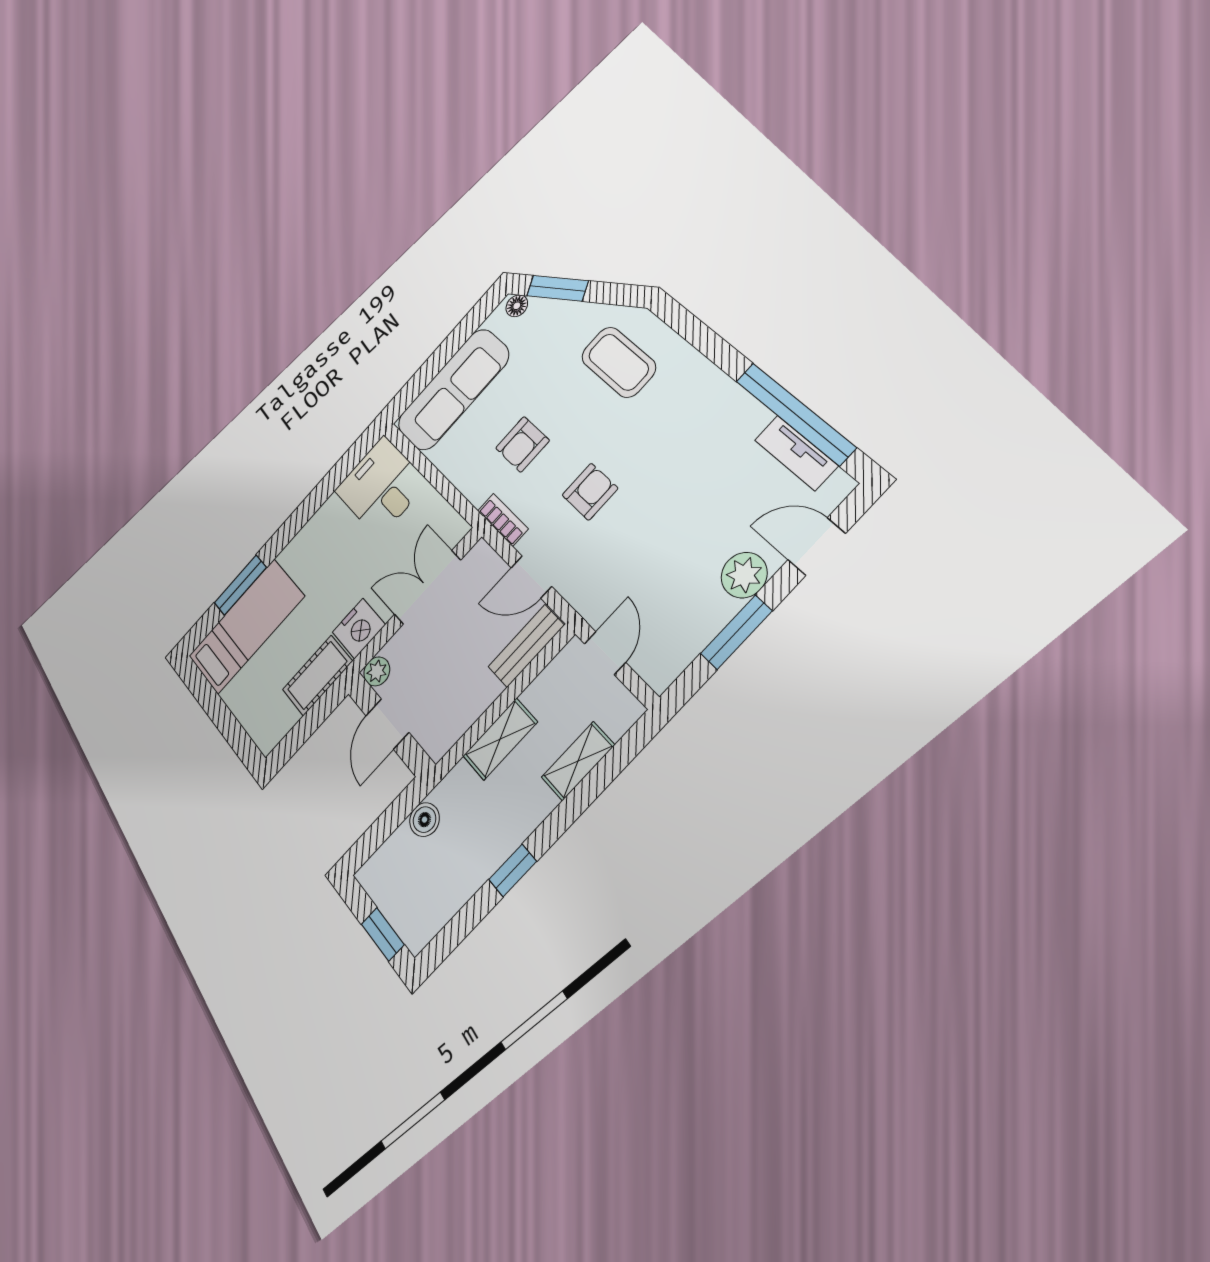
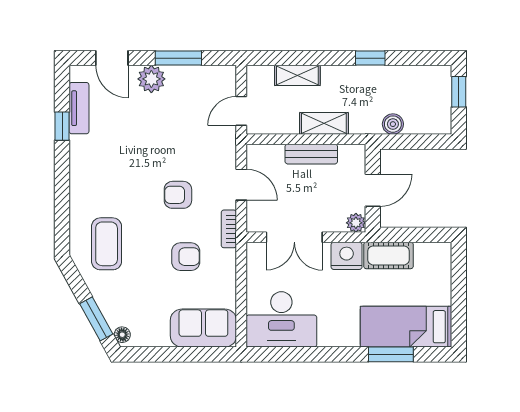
sofa: (453, 390) -> (203, 328), width x0.73
window: (795, 414) -> (62, 126), width x0.32
desk: (381, 487) -> (281, 319), width x1.37
bench: (526, 646) -> (311, 154), moved

